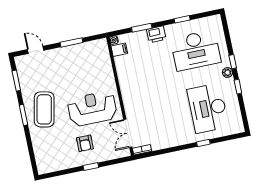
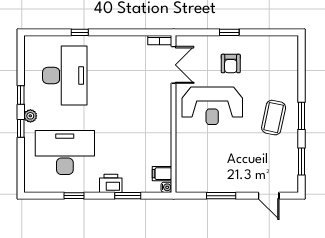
coffee table: (44, 109) -> (274, 118), width x0.73, depth x0.76
armchair: (85, 143) -> (231, 64), turned 180

